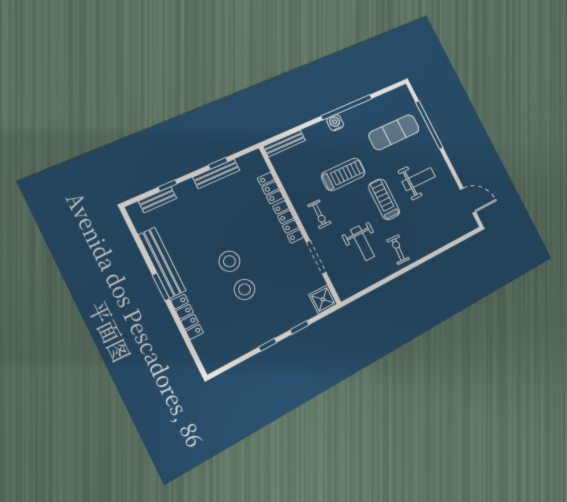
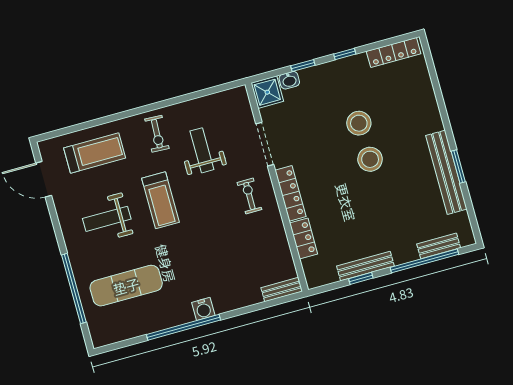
bench: (284, 143) -> (282, 290), width x0.73
treadmill: (343, 174) -> (95, 153), moved, turned 180
window: (168, 185) -> (424, 261), width x3.17
window: (161, 287) -> (458, 166), moved
washbasin: (308, 313) -> (289, 80), added
locker: (187, 317) -> (394, 52), moved, turned -90

